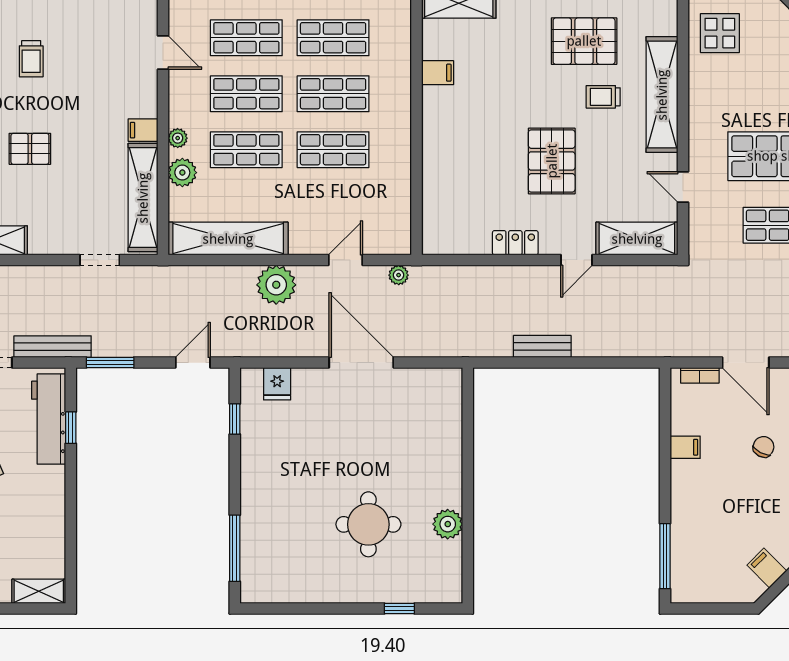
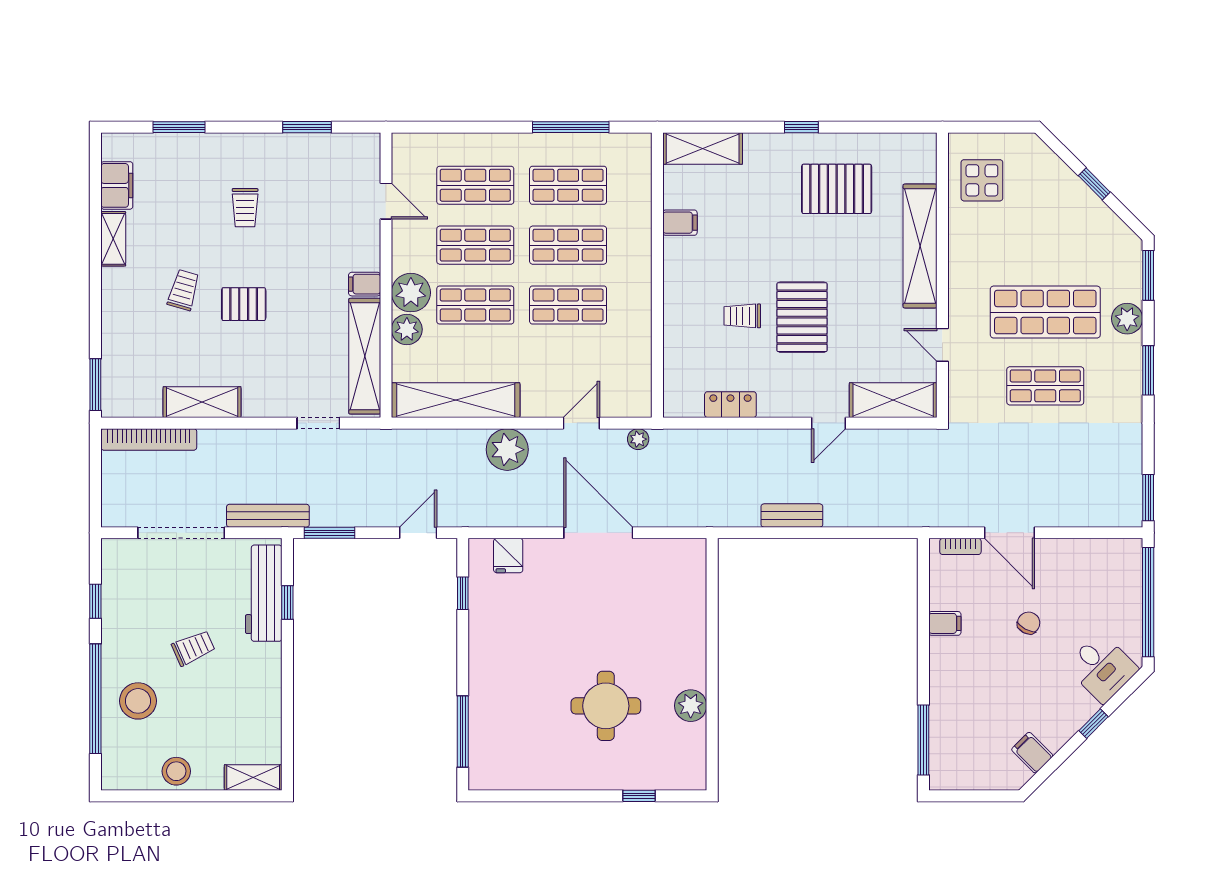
trolley: (603, 97) -> (742, 316), moved
plant: (178, 138) -> (411, 293), width x1.88, depth x1.88
locker: (515, 243) -> (730, 405), moved

